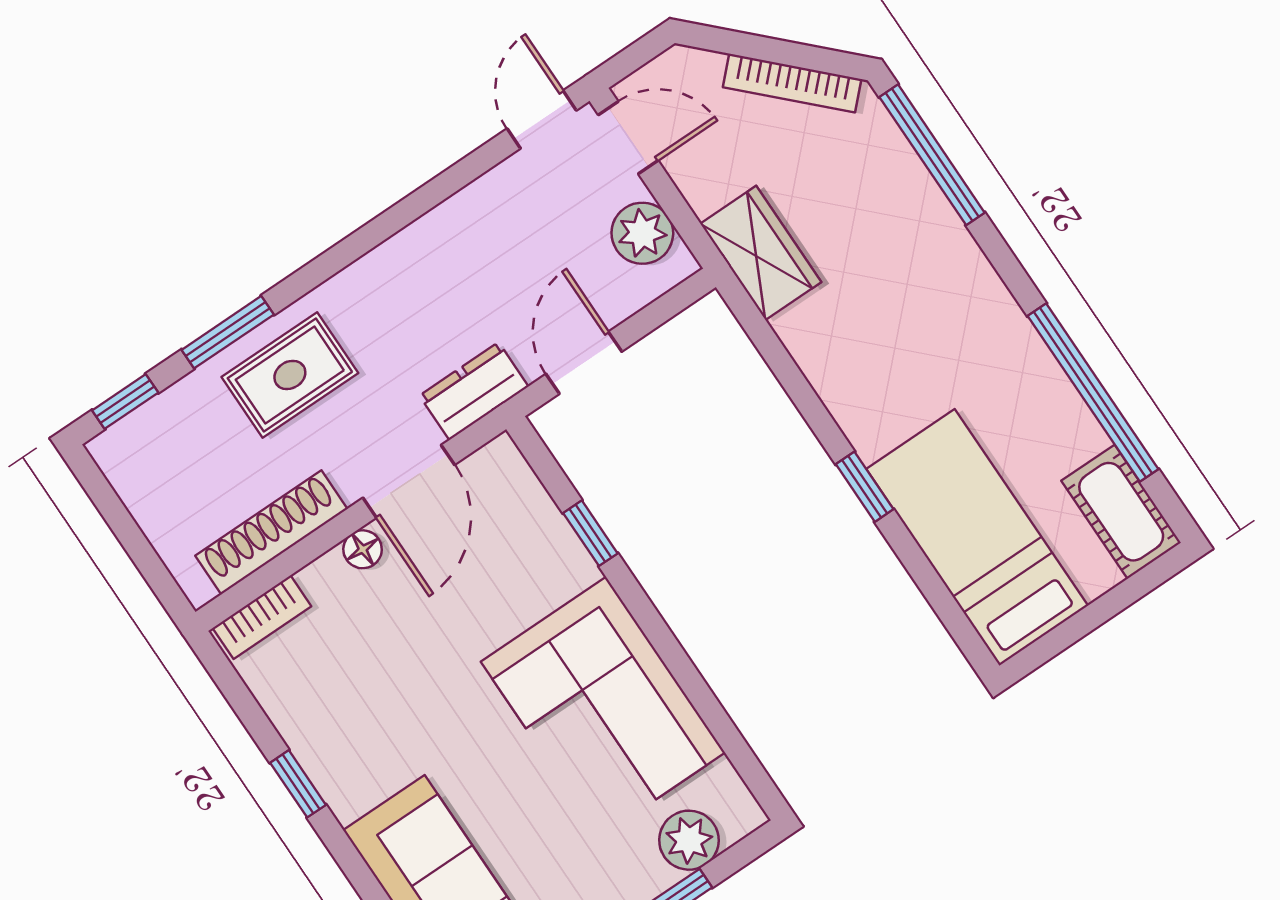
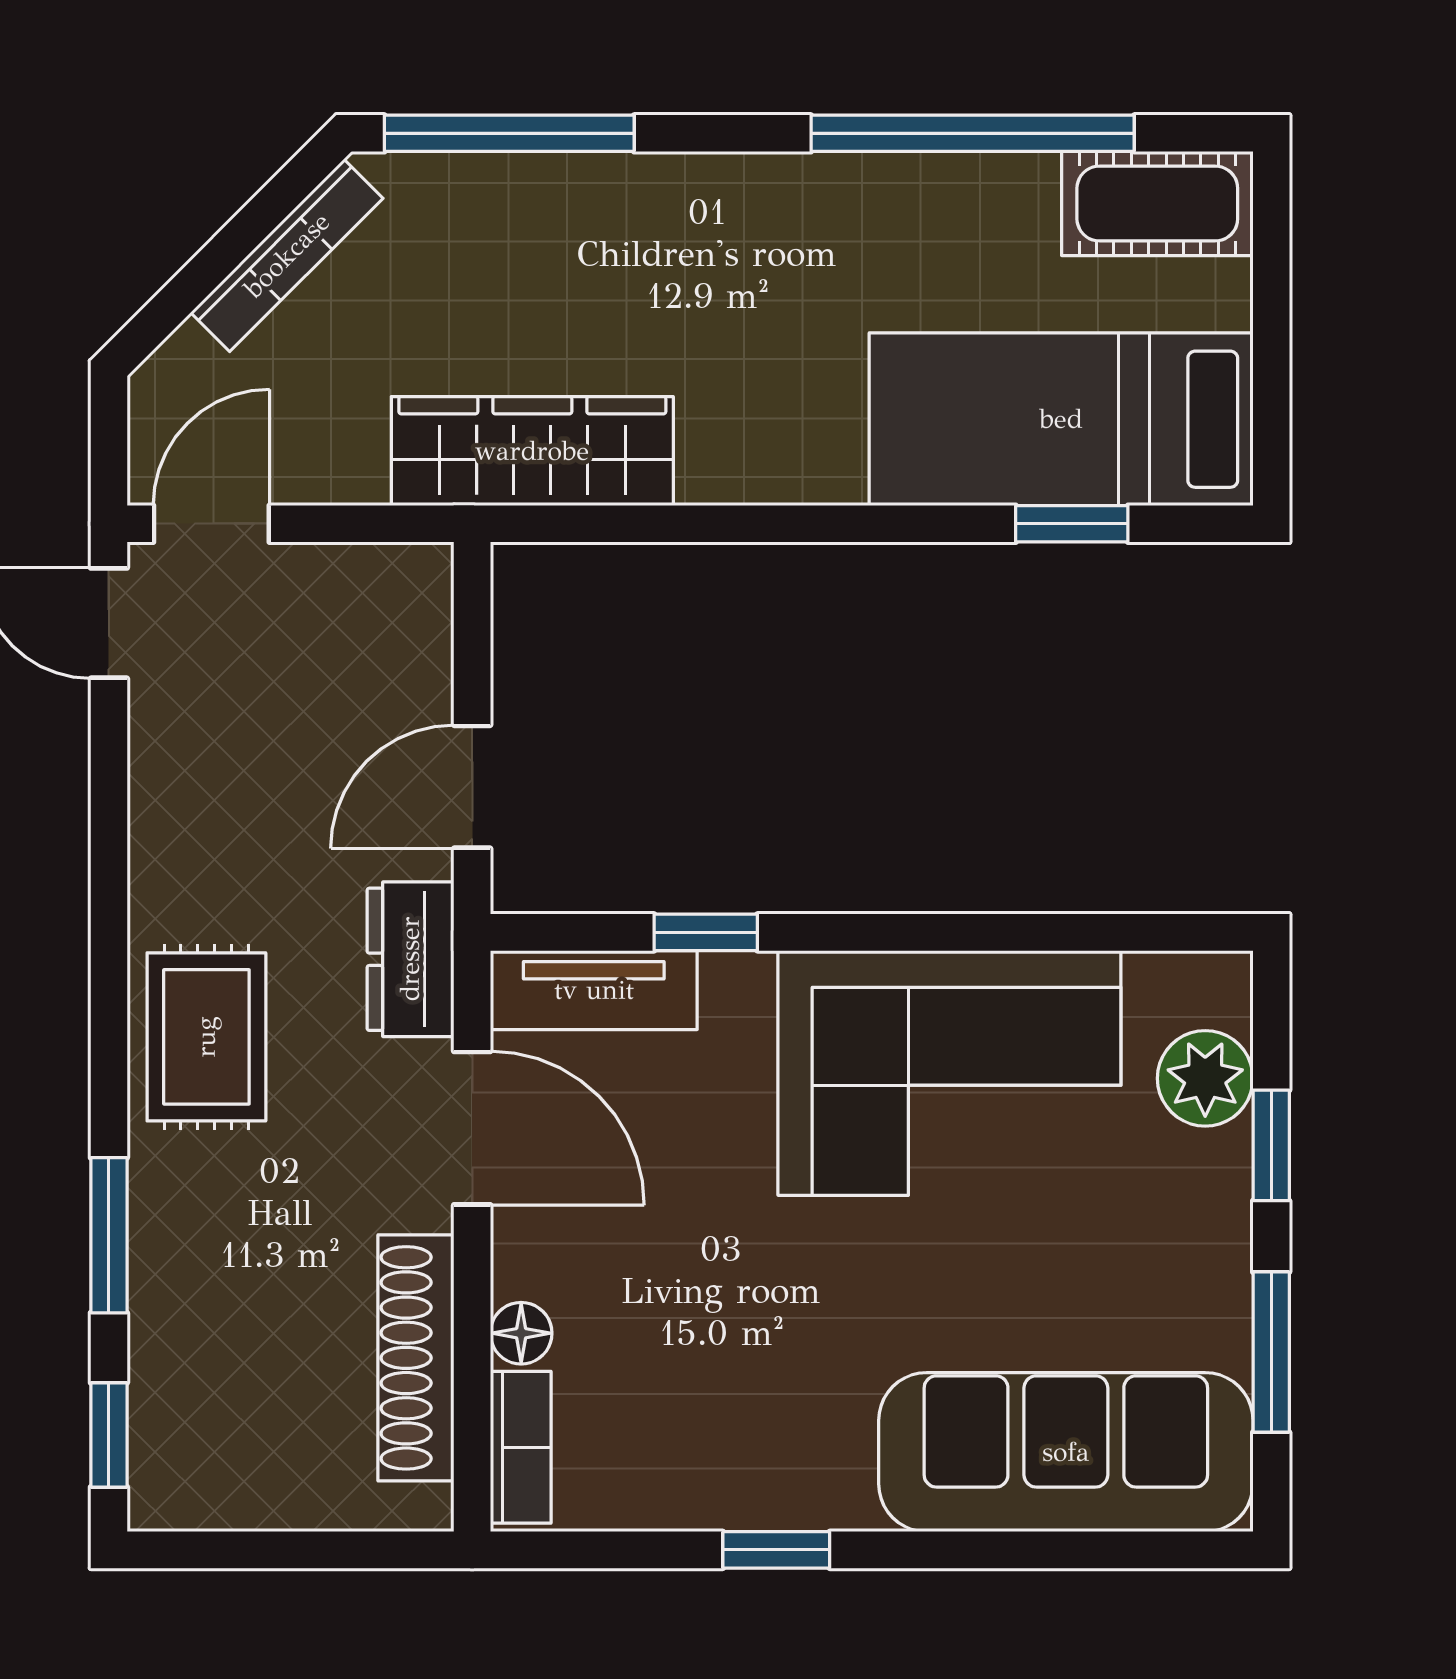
plant: (642, 233) -> (352, 591), removed
wardrobe: (761, 253) -> (532, 451), width x1.50
door: (584, 363) -> (472, 787), hinge flipped
rug: (290, 375) -> (206, 1037), moved
window: (865, 487) -> (1072, 524), moved
tv unit: (522, 496) -> (594, 990), added
floor lamp: (363, 549) -> (521, 1333), moved

